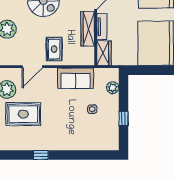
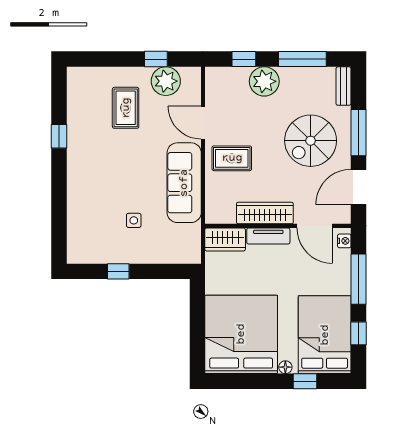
sofa: (76, 78) -> (184, 183), width x1.36
plant: (113, 88) -> (169, 254), removed
rug: (23, 114) -> (126, 108), width x0.73, depth x0.70

